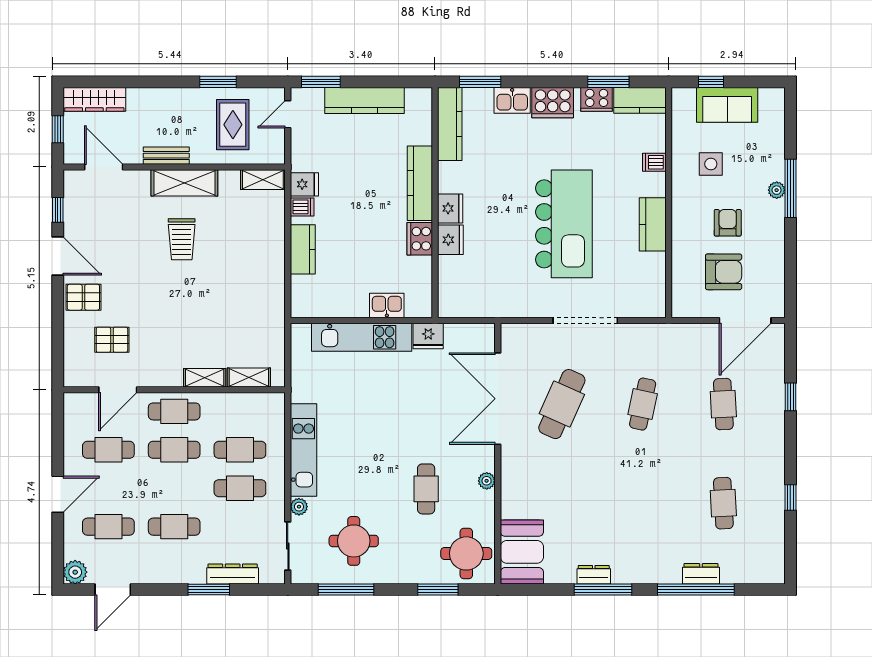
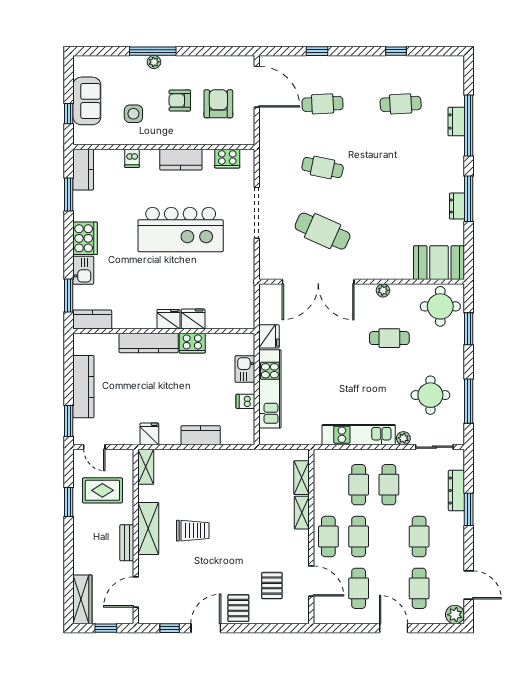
cooker: (597, 99) -> (227, 159), moved, turned 90
kitchen counter: (450, 124) -> (92, 319), width x0.67
dishwasher: (302, 207) -> (245, 401), moved, turned -90
kitchen island: (564, 224) -> (181, 229), turned 180

